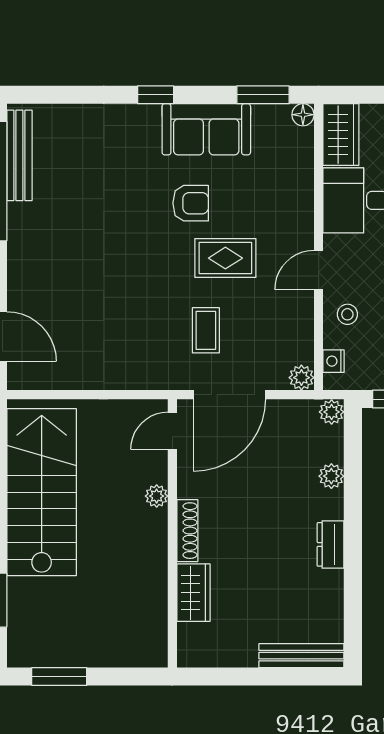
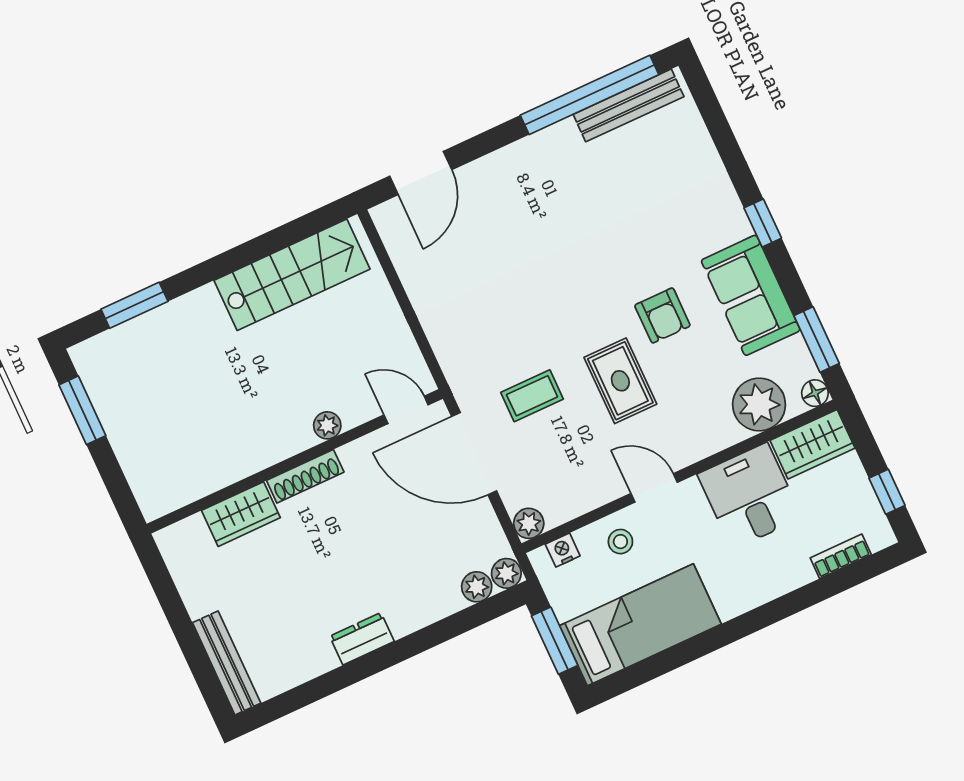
plant: (292, 161) -> (759, 404), added
plant: (331, 476) -> (477, 587), moved
stairs: (42, 492) -> (292, 275), width x0.73, depth x0.66

